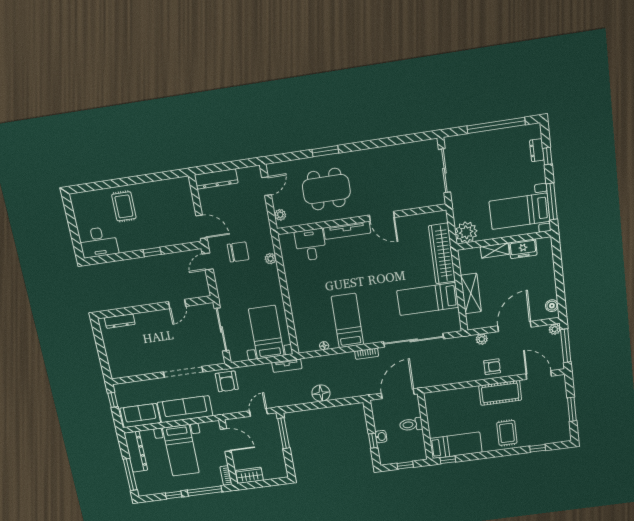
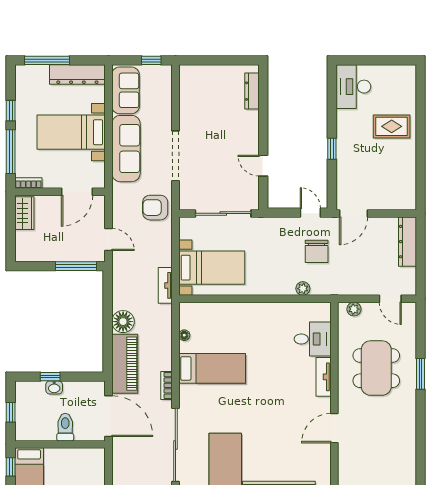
tv unit: (347, 230) -> (324, 377), width x0.71
piano: (354, 387) -> (125, 364), added

